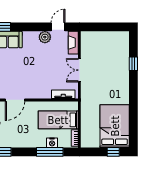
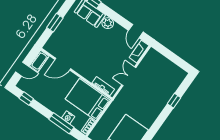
door: (58, 27) -> (136, 31), swing flipped
plant: (45, 37) -> (108, 23), moved
bed: (58, 120) -> (88, 100), width x1.50

